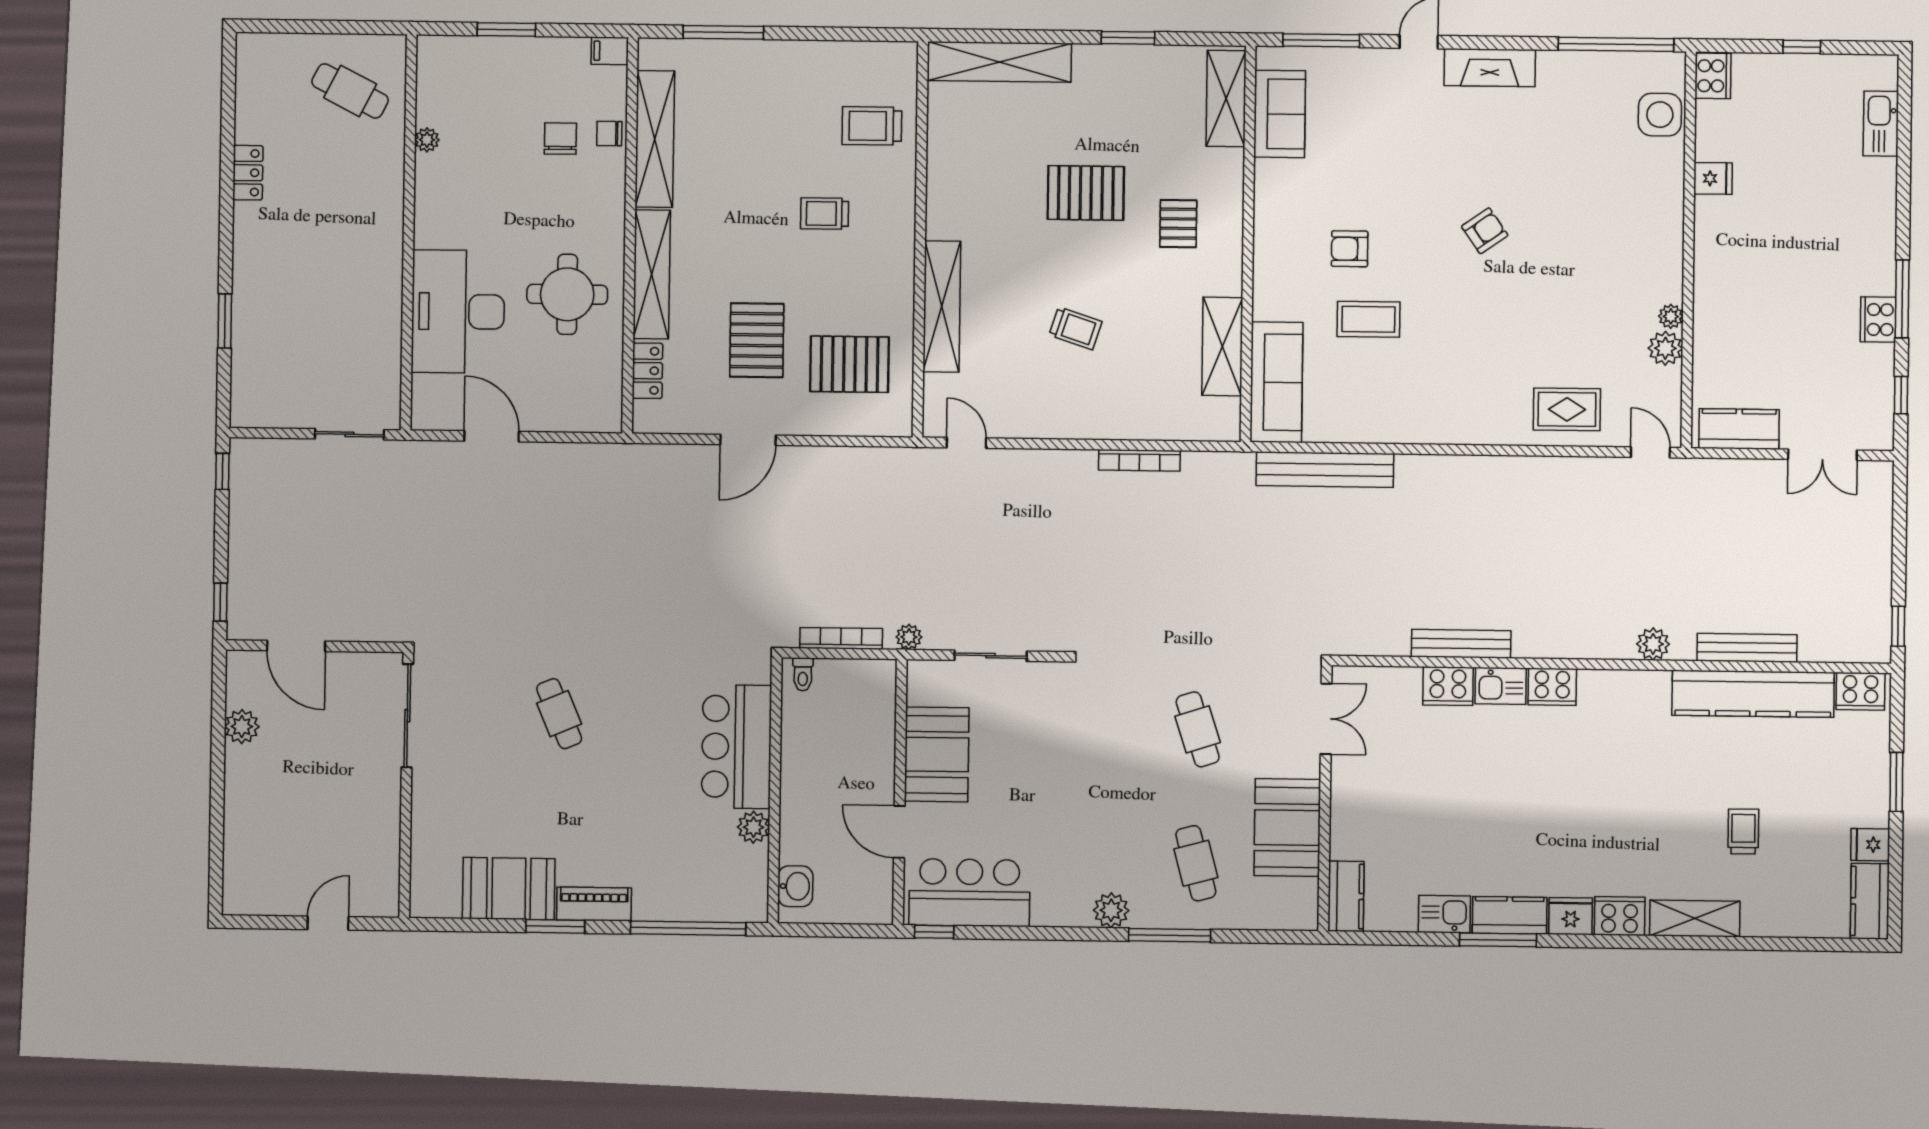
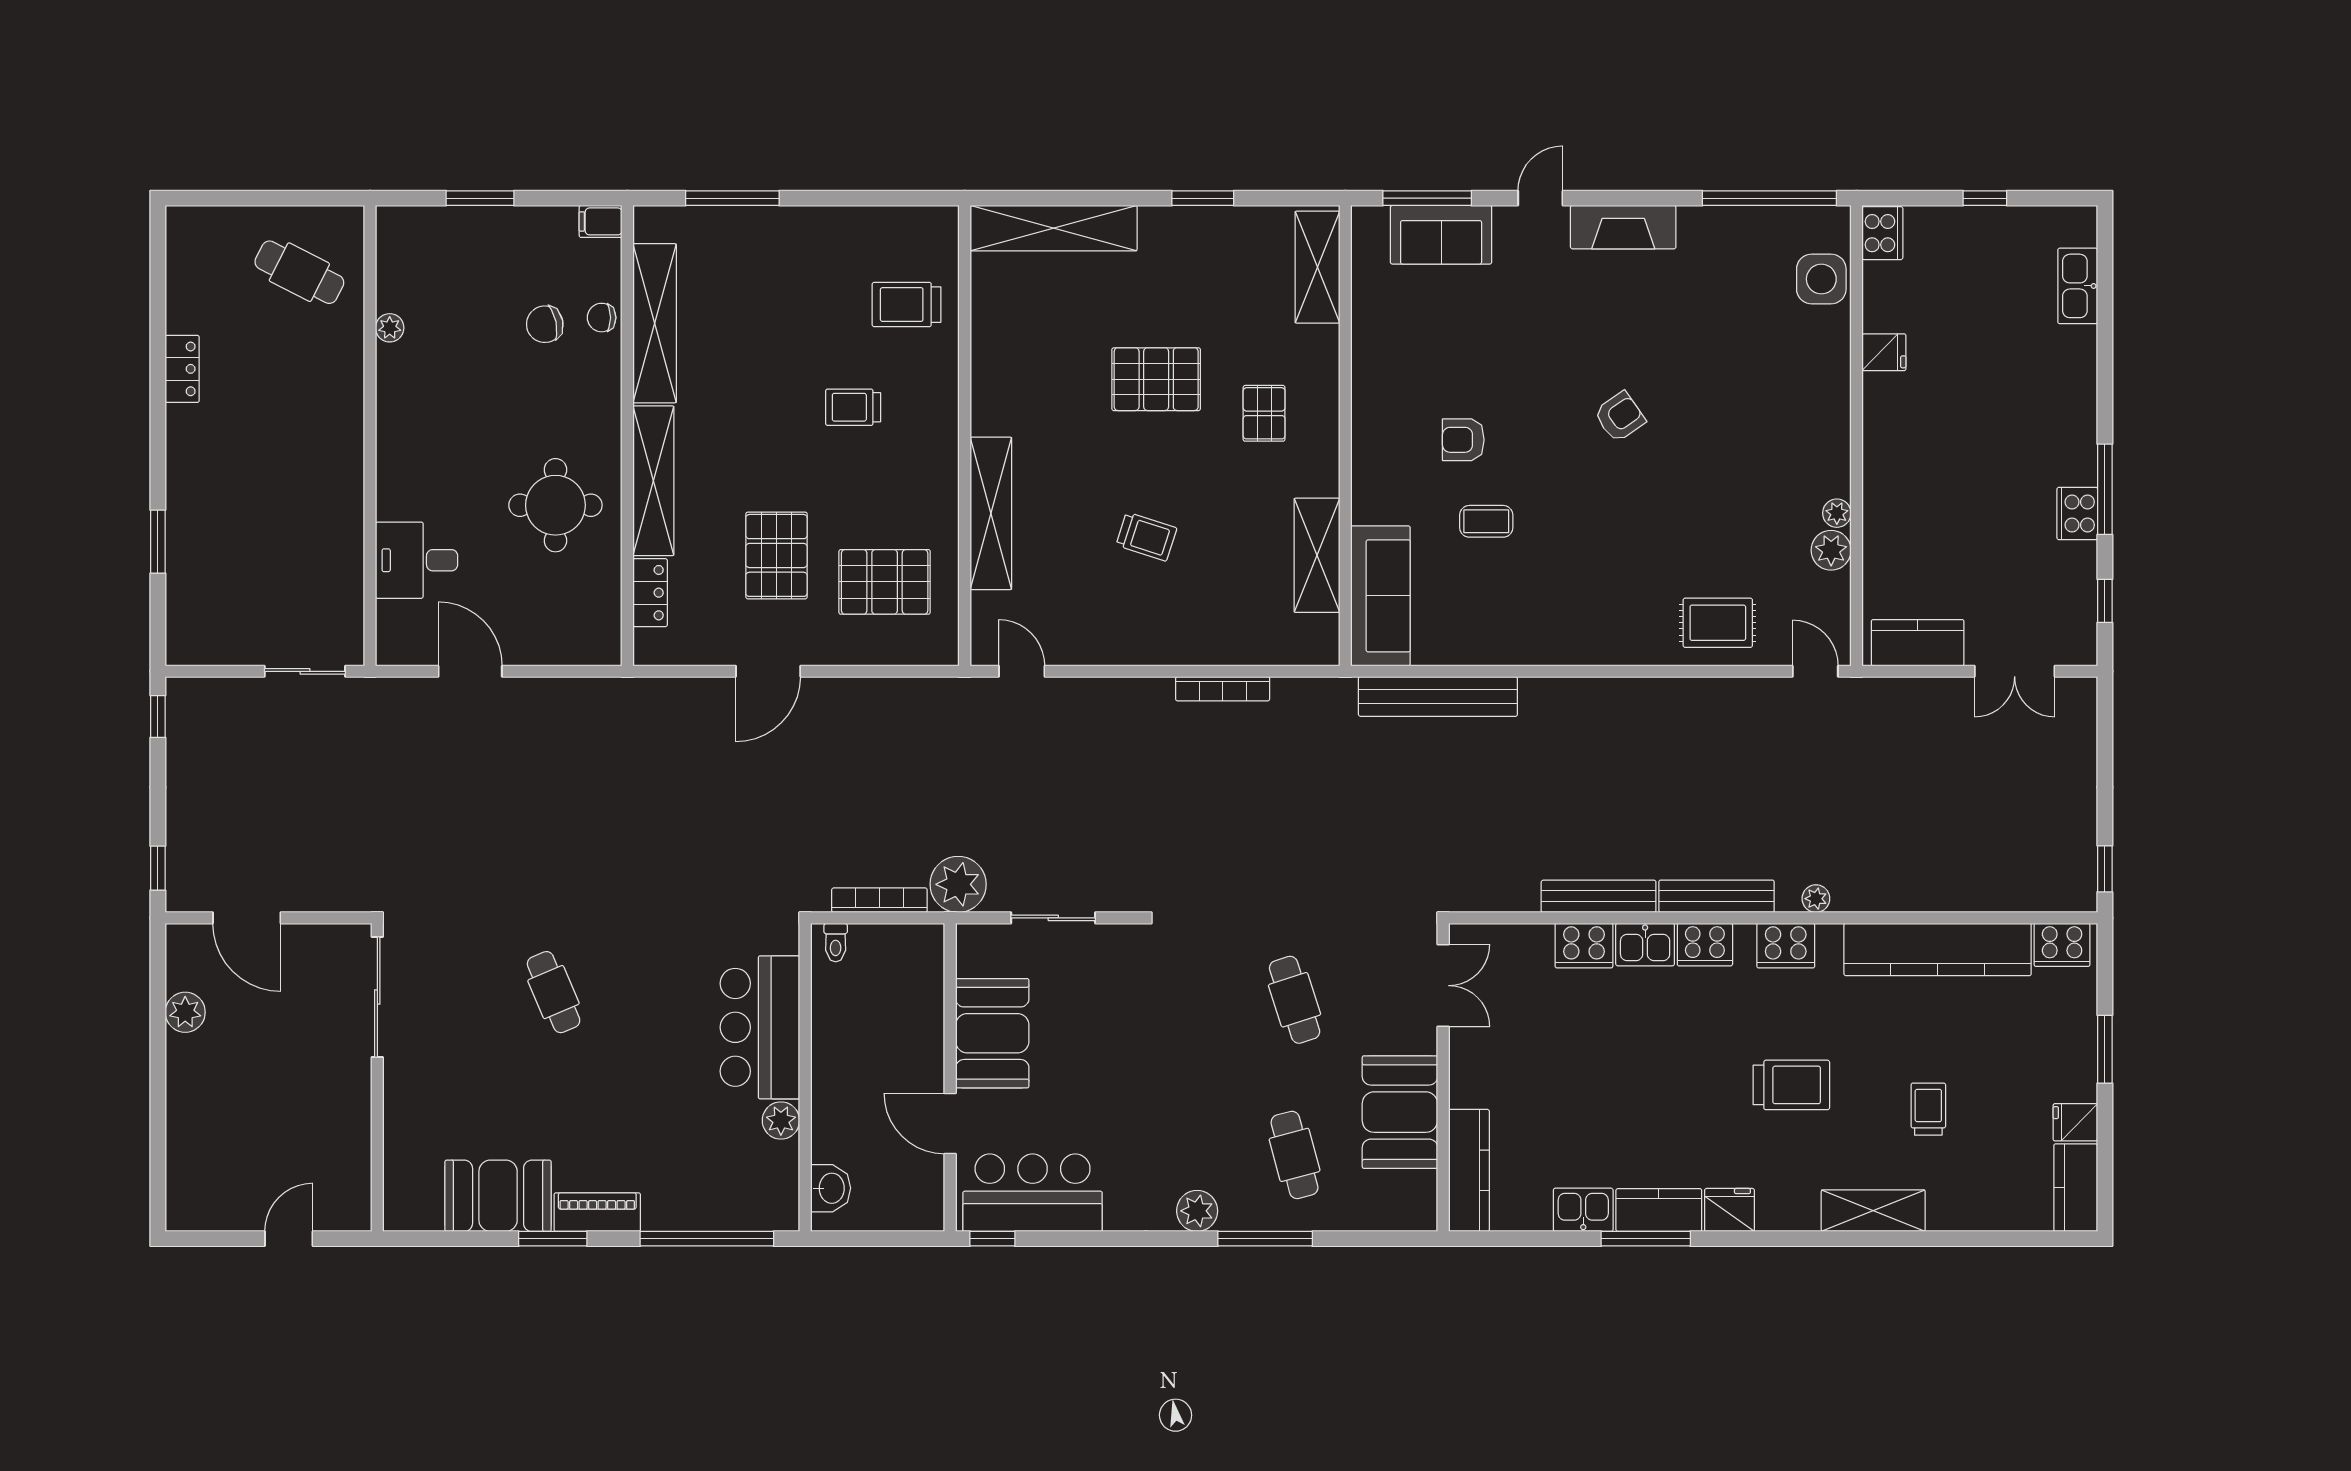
sofa: (1280, 114) -> (1441, 235), moved, turned 90
chair: (560, 139) -> (545, 324), turned -102
desk: (458, 312) -> (417, 560), width x0.53, depth x0.77
coffee table: (1368, 319) -> (1486, 521), width x0.73, depth x0.77
plant: (909, 637) -> (958, 884), width x1.88, depth x1.88
plant: (1653, 644) -> (1816, 899), width x0.73, depth x0.73
bench: (1747, 648) -> (1717, 896), moved
trolley: (1625, 809) -> (1791, 1085), added
kitchen counter: (1346, 896) -> (1469, 1170), width x1.50
cooker: (1620, 916) -> (1786, 946), moved, turned 180

